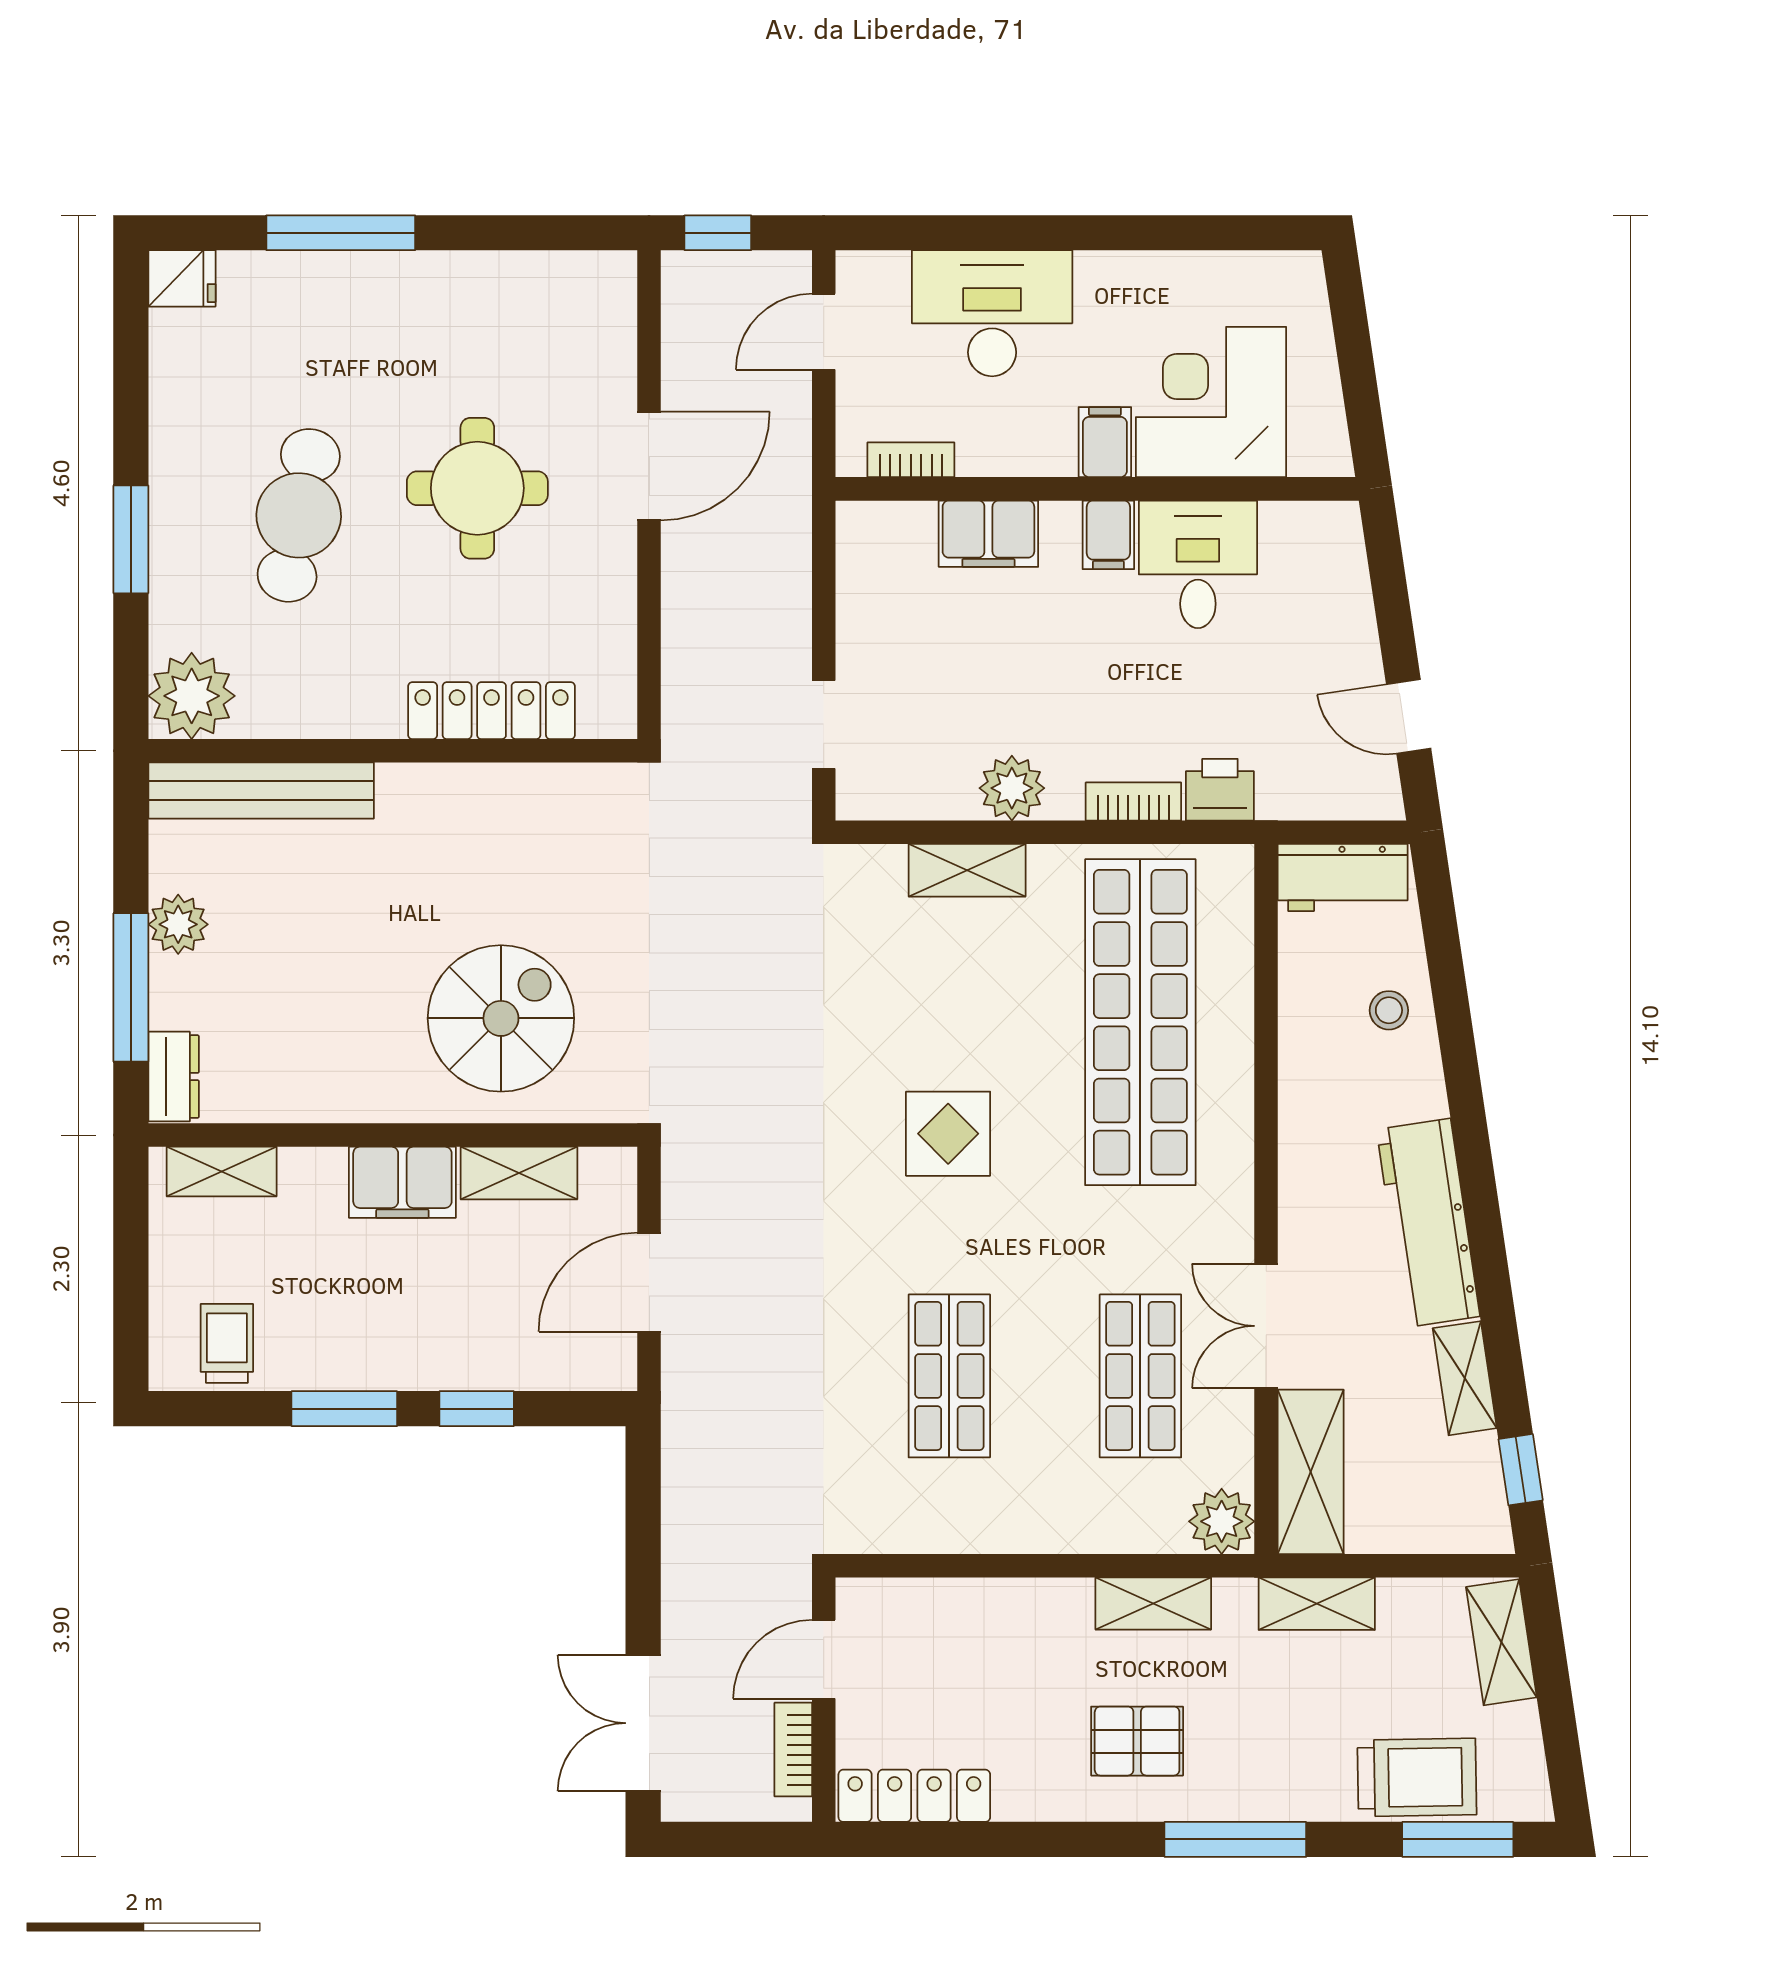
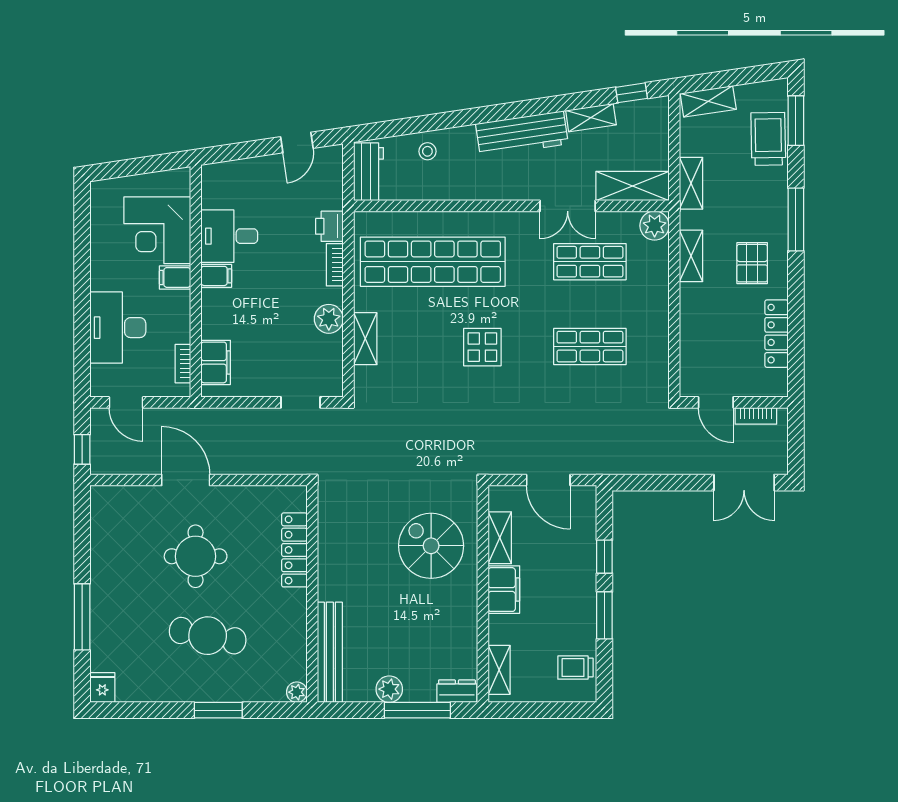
filing cabinet: (988, 534) -> (216, 362), moved
plant: (192, 696) -> (297, 692), width x0.53, depth x0.53
locker: (914, 1796) -> (776, 334), moved

